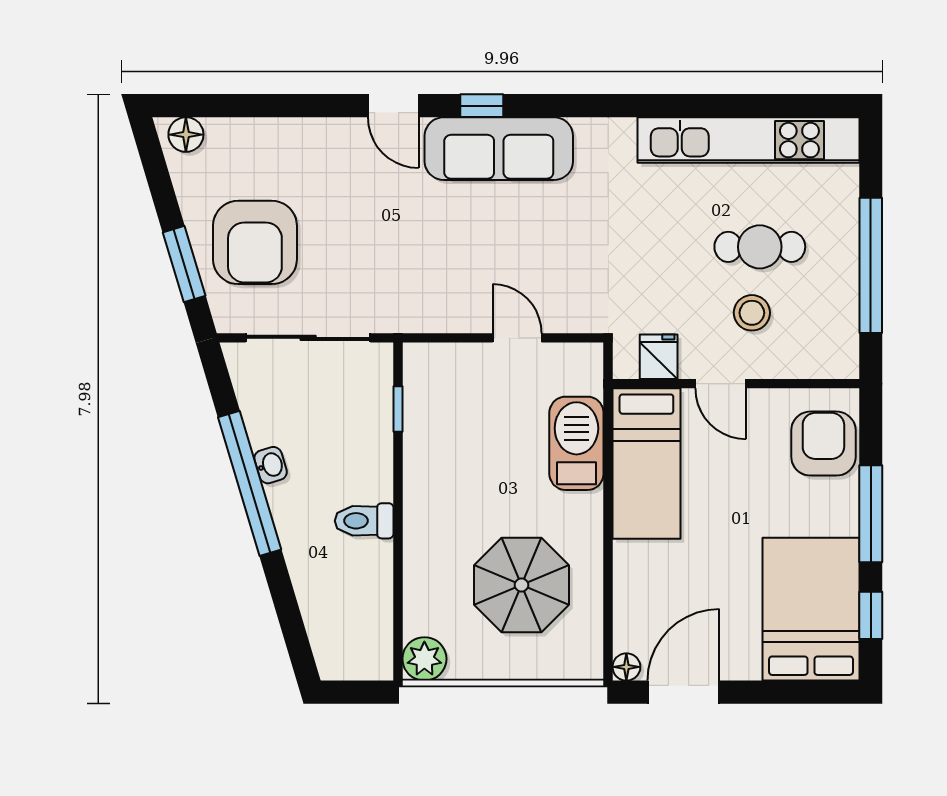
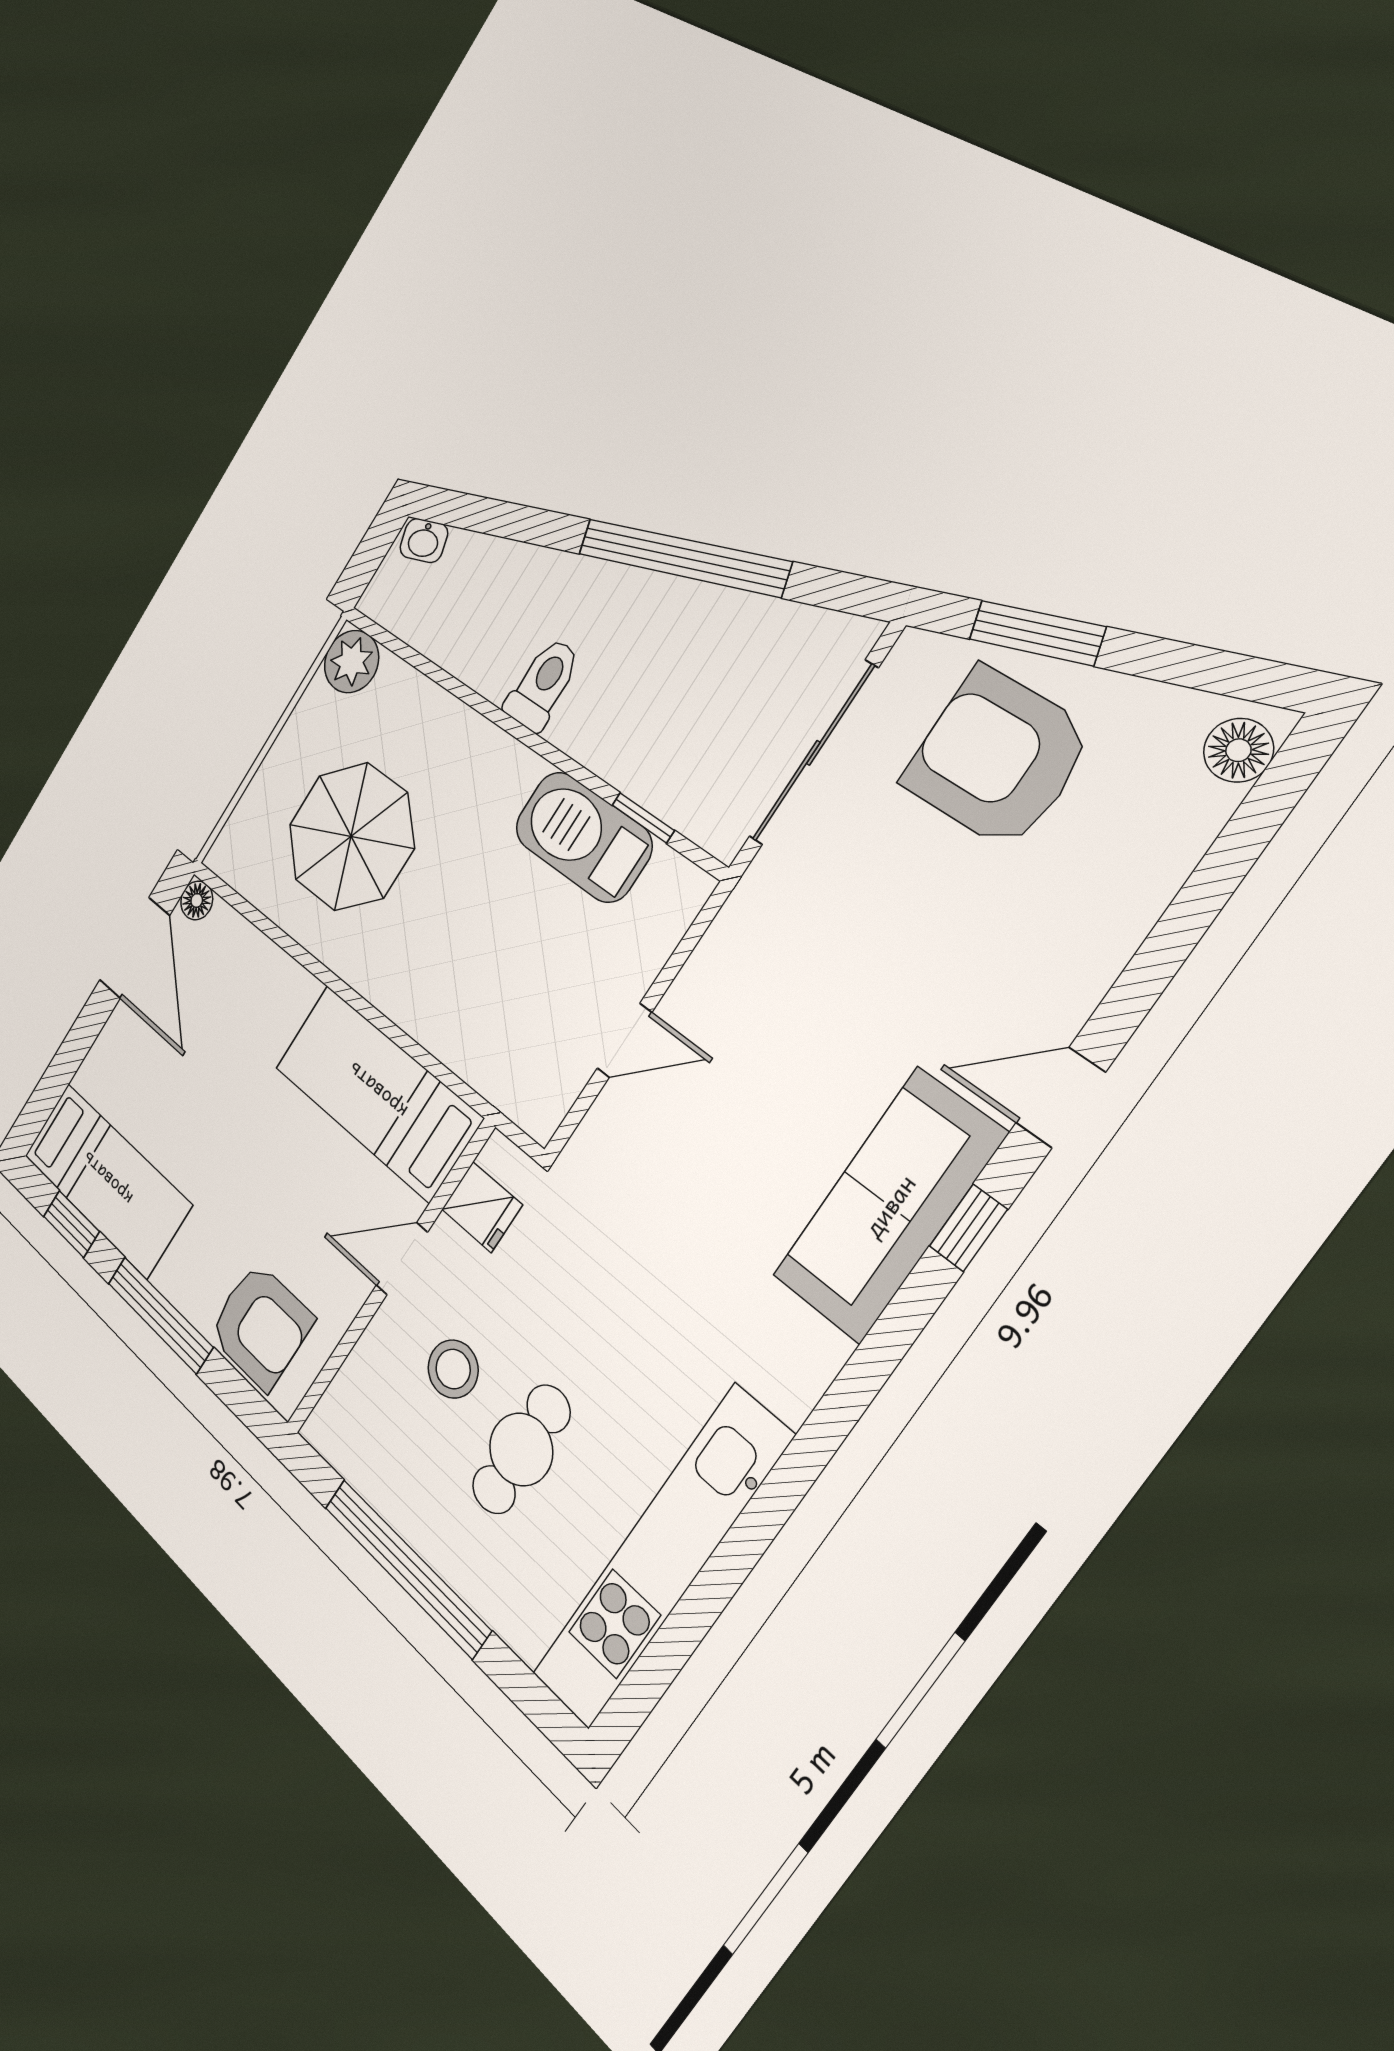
barbecue: (576, 443) -> (583, 837), moved, turned 180
washbasin: (271, 465) -> (424, 540), moved
bed: (811, 609) -> (107, 1180), width x0.67

